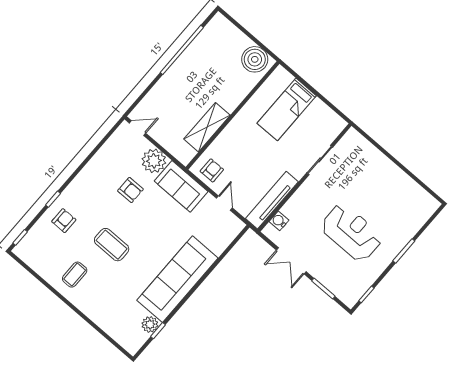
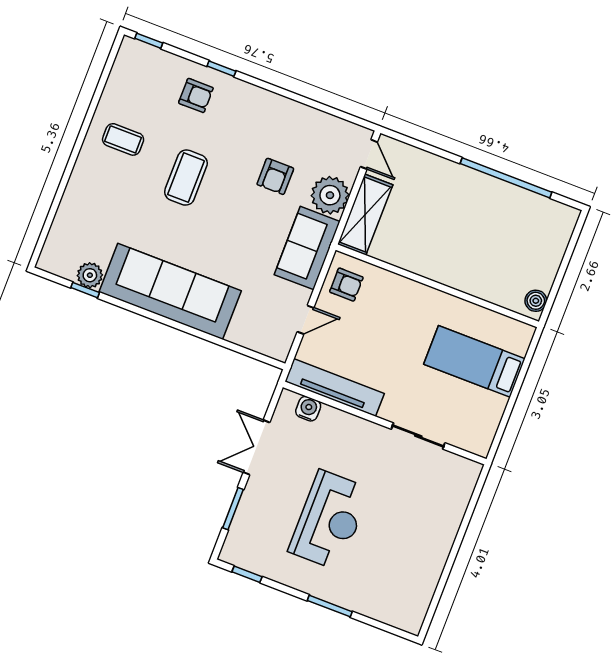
boiler: (255, 59) -> (536, 301), width x0.54, depth x0.54
shelving: (207, 127) -> (365, 215), moved, turned 90

